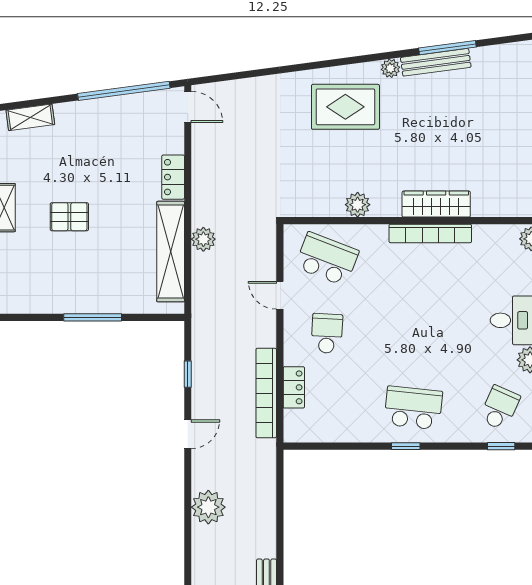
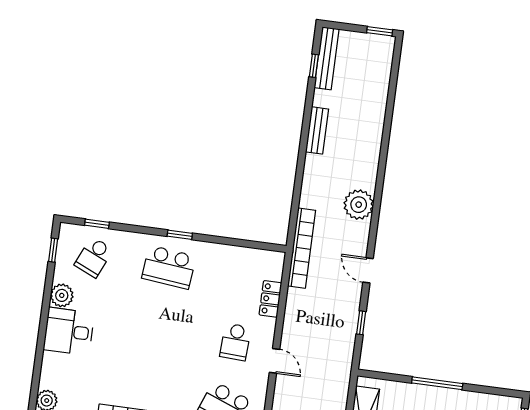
door: (280, 295) -> (275, 361), moved
bookcase: (266, 393) -> (302, 248), moved
door: (188, 434) -> (368, 270), hinge flipped

